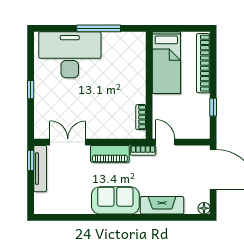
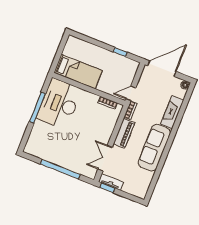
desk: (70, 55) -> (59, 104), moved
bookcase: (203, 63) -> (88, 47), removed
window: (31, 90) -> (60, 169), width x3.17
tv unit: (40, 169) -> (111, 182), width x0.71
sofa: (115, 200) -> (154, 148), width x1.36

